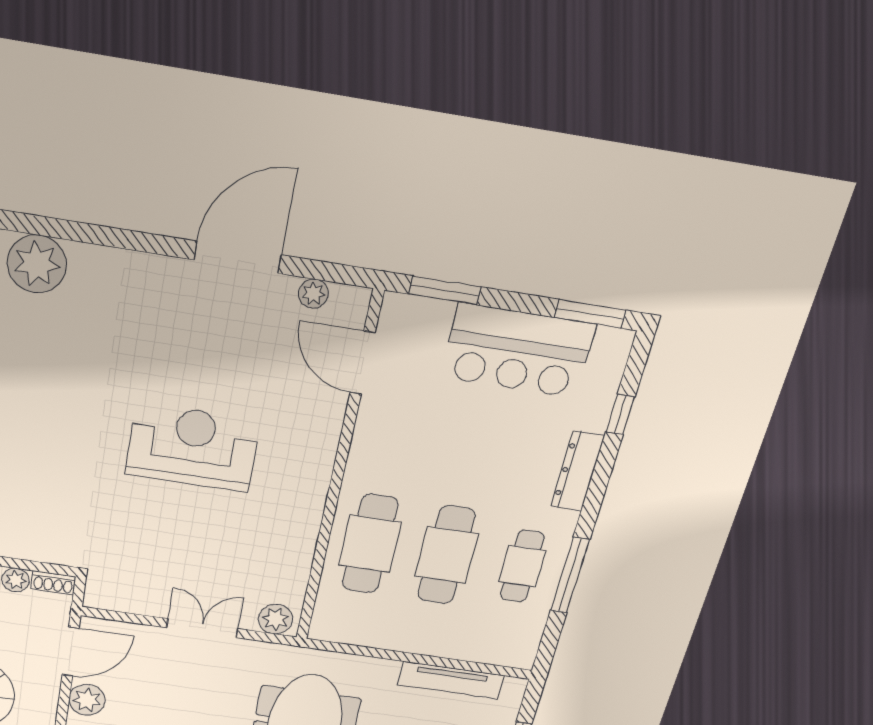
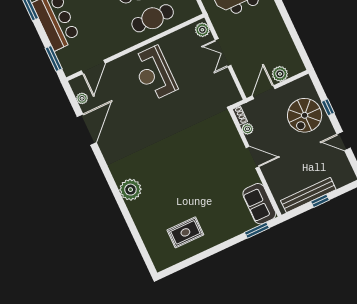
door: (238, 257) -> (87, 130), swing flipped
reception desk: (193, 447) -> (154, 73), moved
door: (71, 652) -> (264, 92), hinge flipped

